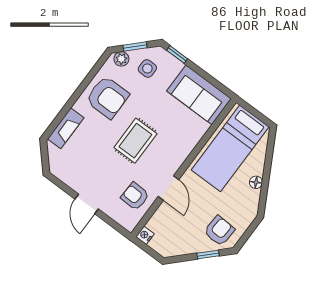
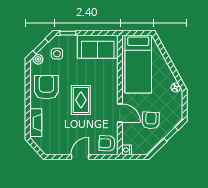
armchair: (107, 97) -> (46, 87), turned -90
floor lamp: (256, 182) -> (176, 88), moved
armchair: (135, 196) -> (107, 143), moved
door: (87, 204) -> (80, 157), swing flipped
armchair: (219, 231) -> (151, 120), moved

